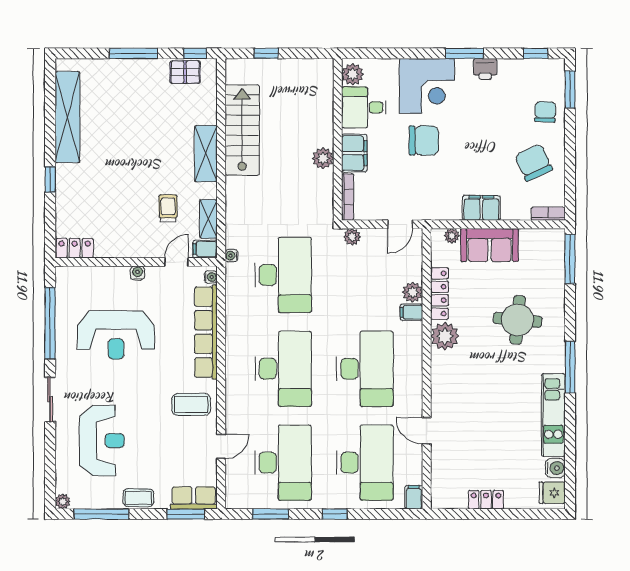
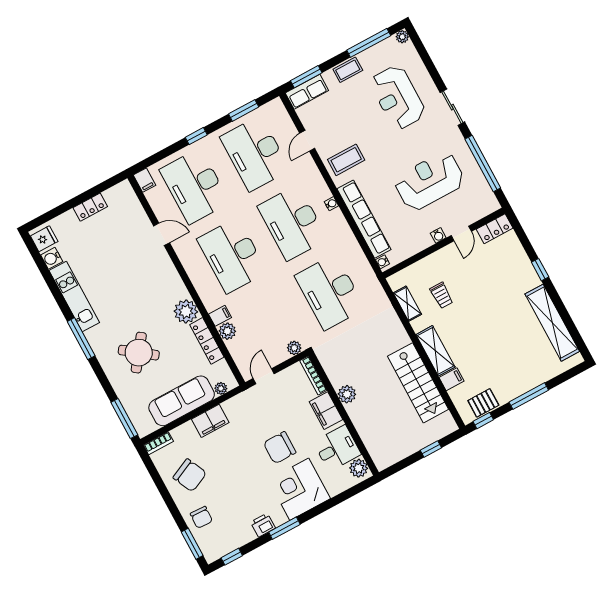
sofa: (490, 245) -> (182, 401), width x1.36
filing cabinet: (205, 249) -> (452, 379), moved
water cooler: (231, 256) -> (331, 204), moved
door: (176, 262) -> (461, 233), moved
round table: (518, 320) -> (139, 353), turned 32

